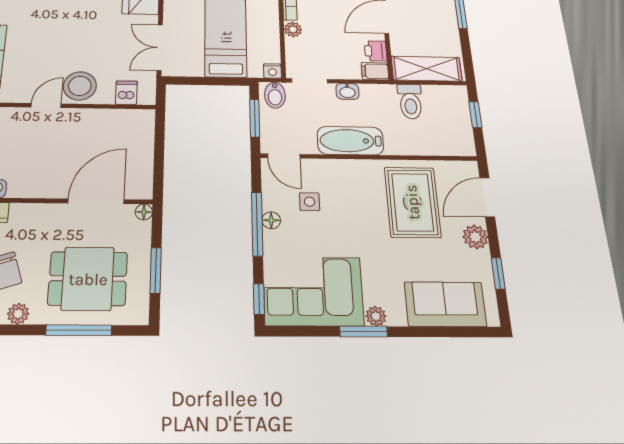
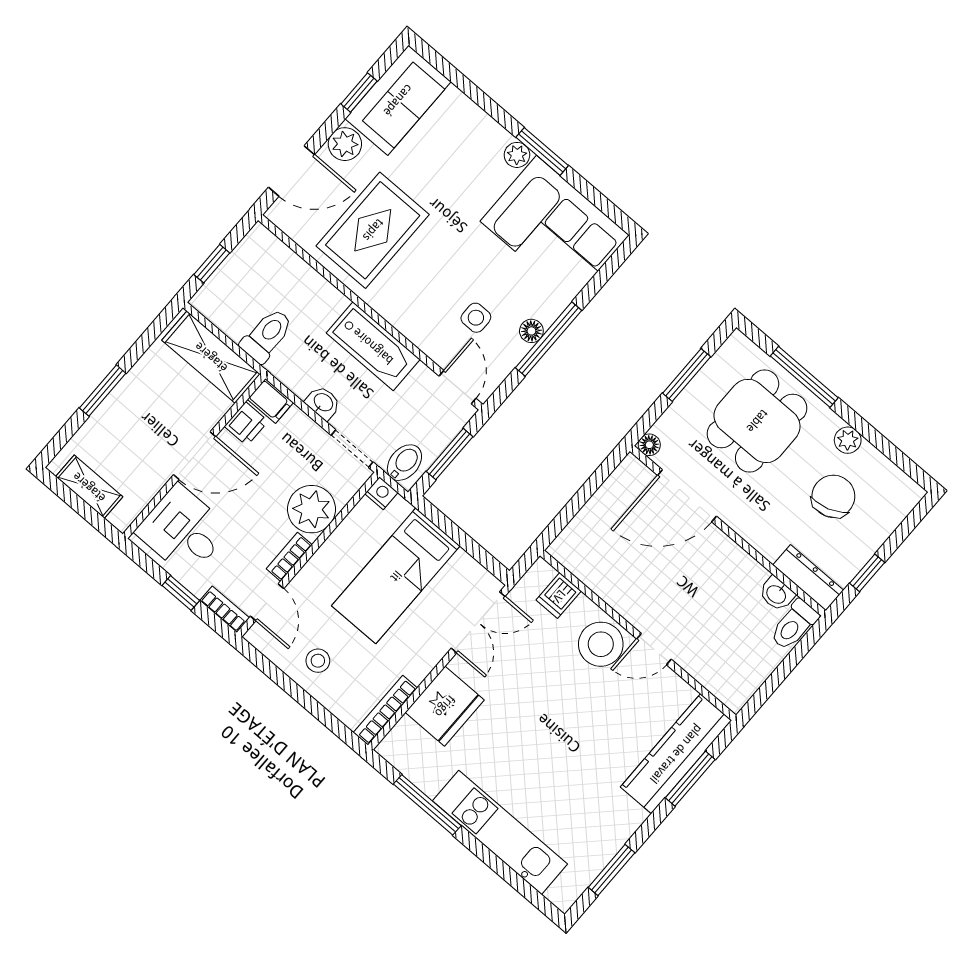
plant: (293, 29) -> (312, 509), width x1.87, depth x1.87
dining table: (88, 279) -> (757, 421), turned 90
window: (259, 299) -> (613, 264), removed
sofa: (445, 304) -> (398, 100), moved, turned -90

